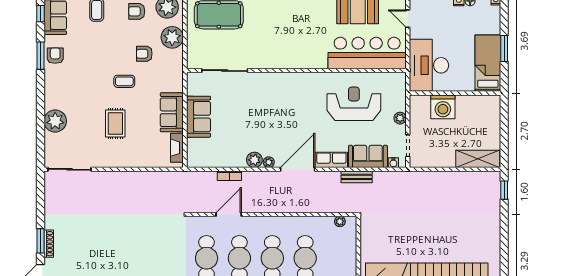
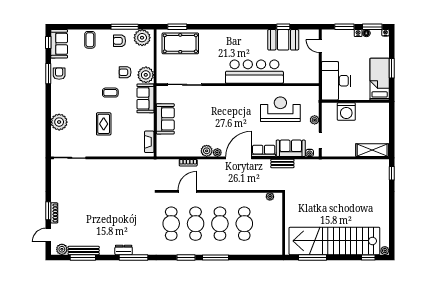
plant: (172, 37) -> (146, 75), moved
bar counter: (367, 53) -> (254, 72), moved
sofa: (172, 112) -> (145, 98), moved

